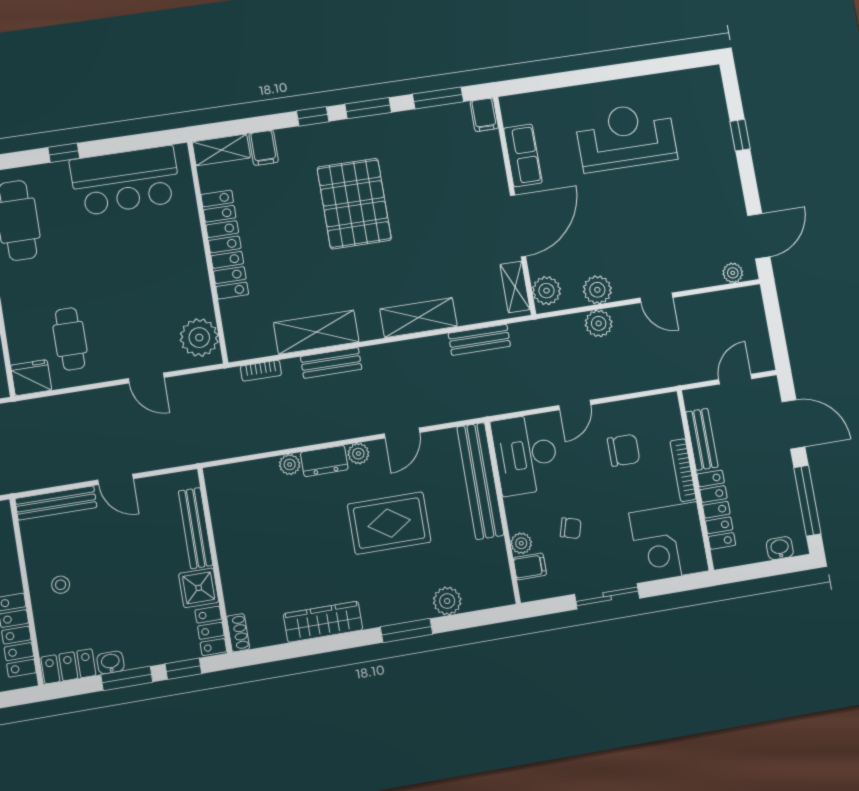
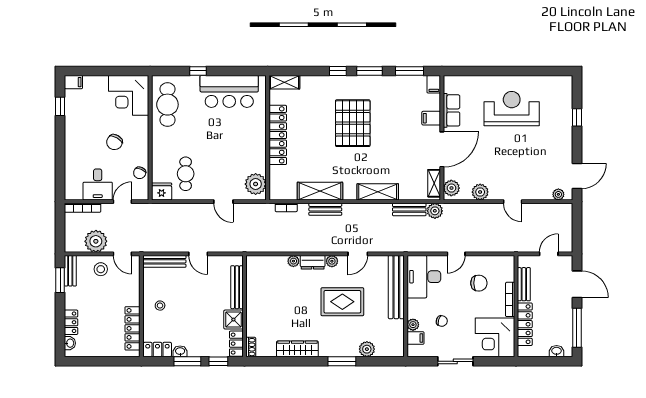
filing cabinet: (264, 148) -> (431, 118), moved, turned 90
plant: (599, 323) -> (435, 211), moved

